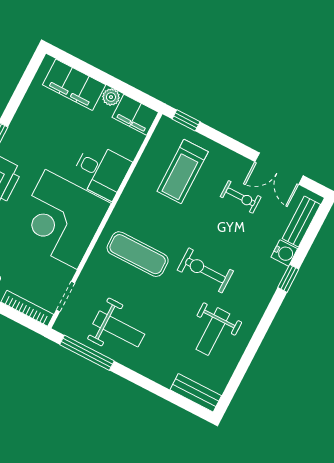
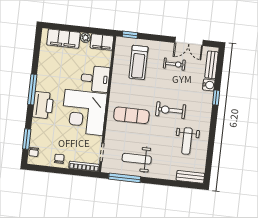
weight bench: (119, 329) -> (137, 159), turned 180

